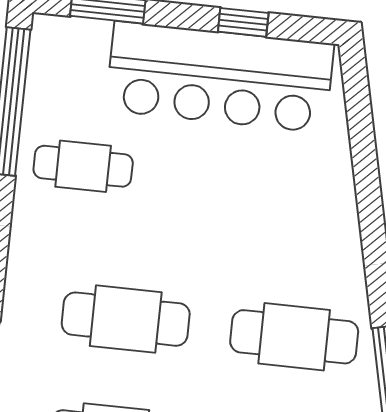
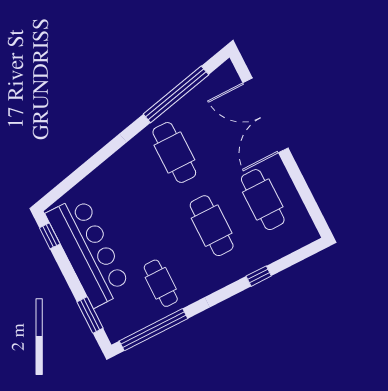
window: (243, 22) -> (50, 236), moved

